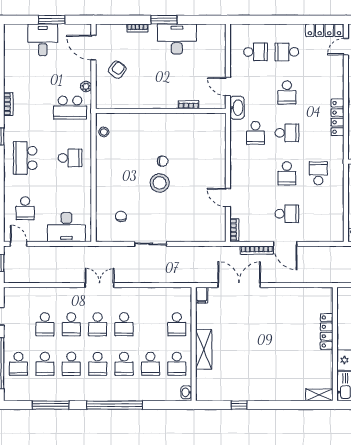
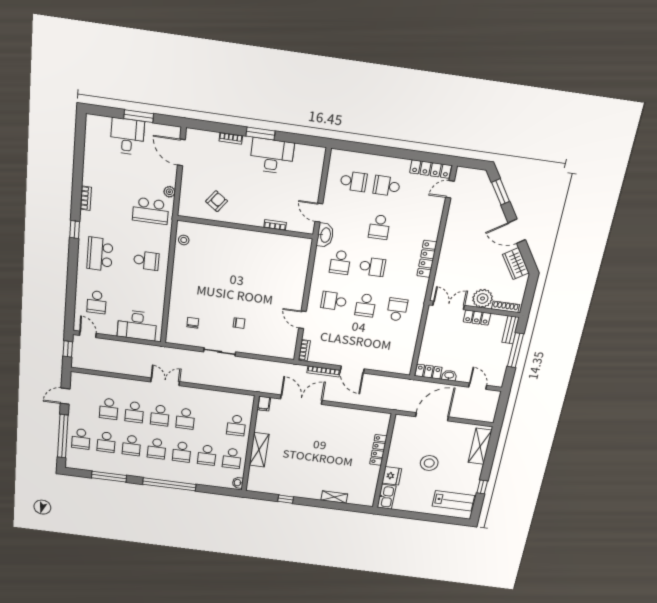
armchair: (117, 70) -> (217, 201), moved
chair: (163, 161) -> (239, 323), moved
stool: (160, 183) -> (235, 297), removed
school desk: (287, 214) -> (334, 301), moved, turned 180
shelving: (319, 395) -> (334, 497), moved

